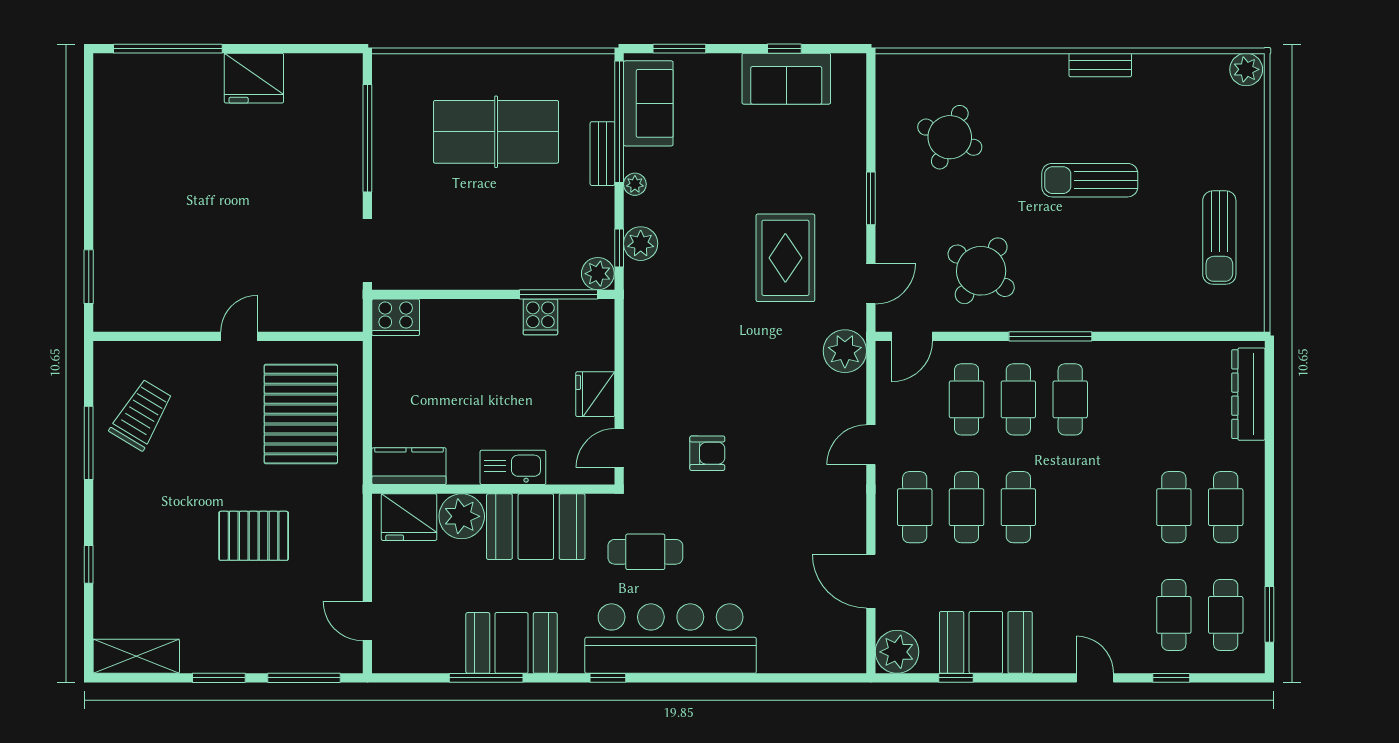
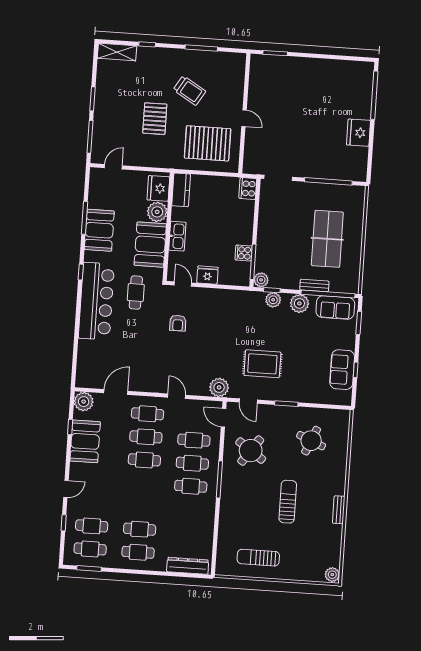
plant: (635, 184) -> (299, 303), width x1.88, depth x1.88
trolley: (141, 415) -> (189, 91), moved
shelving: (136, 656) -> (117, 52), moved, turned 90

